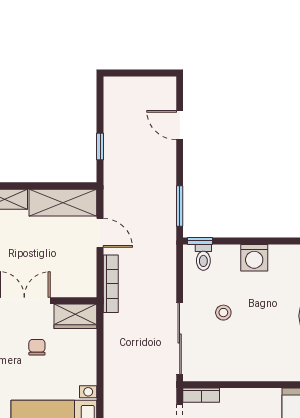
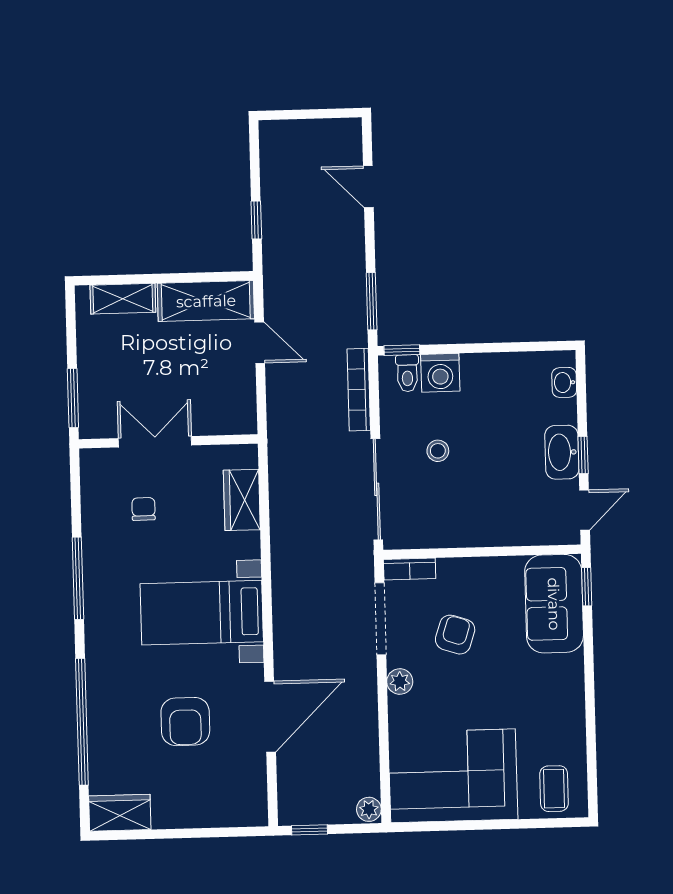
washing machine: (254, 258) -> (440, 373), moved
bookcase: (111, 284) -> (359, 390), moved, turned 180
wardrobe: (75, 316) -> (242, 500), moved, turned 90
chair: (37, 347) -> (143, 509), moved

